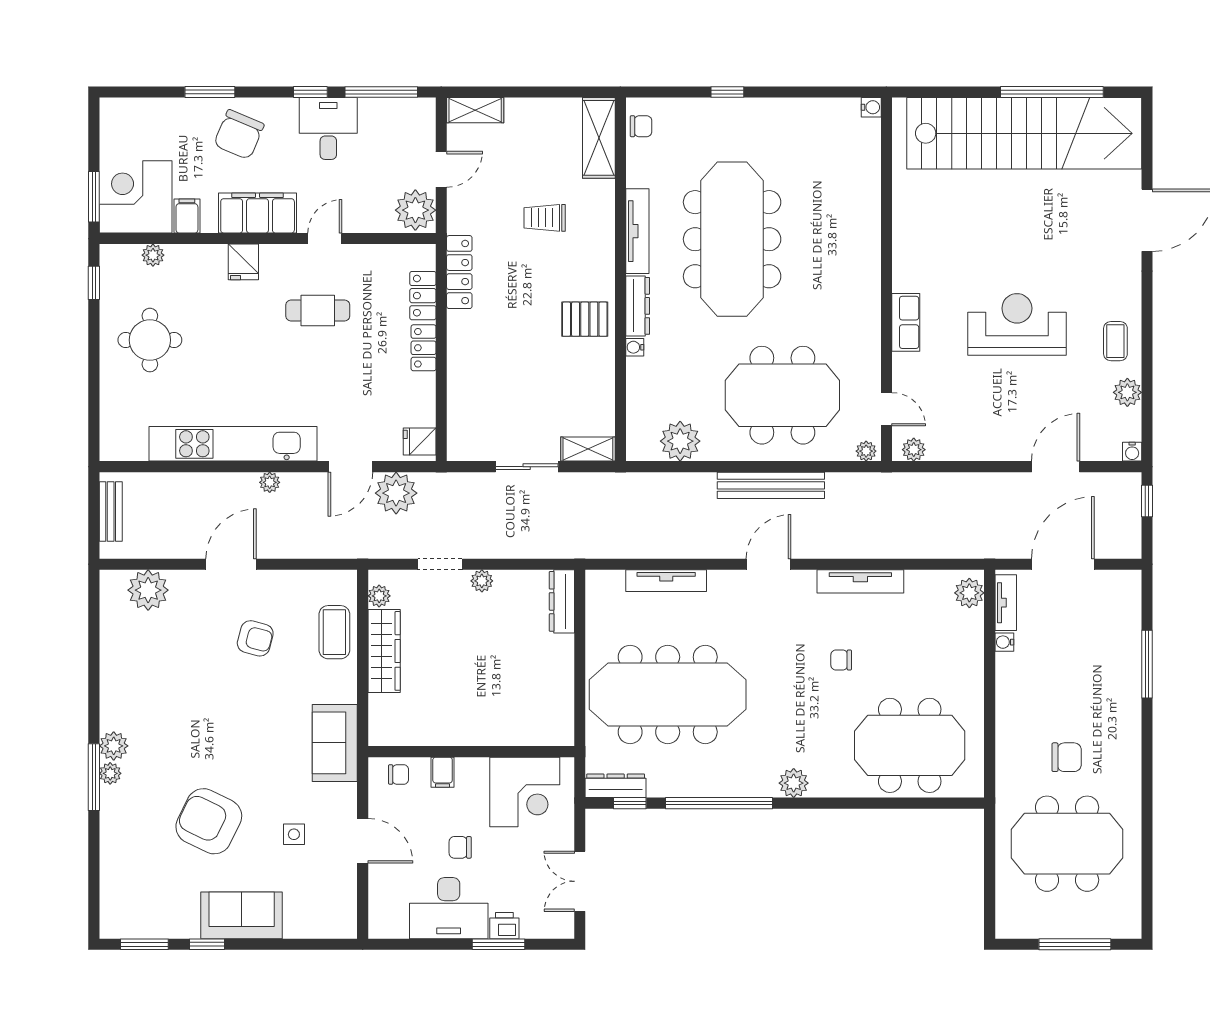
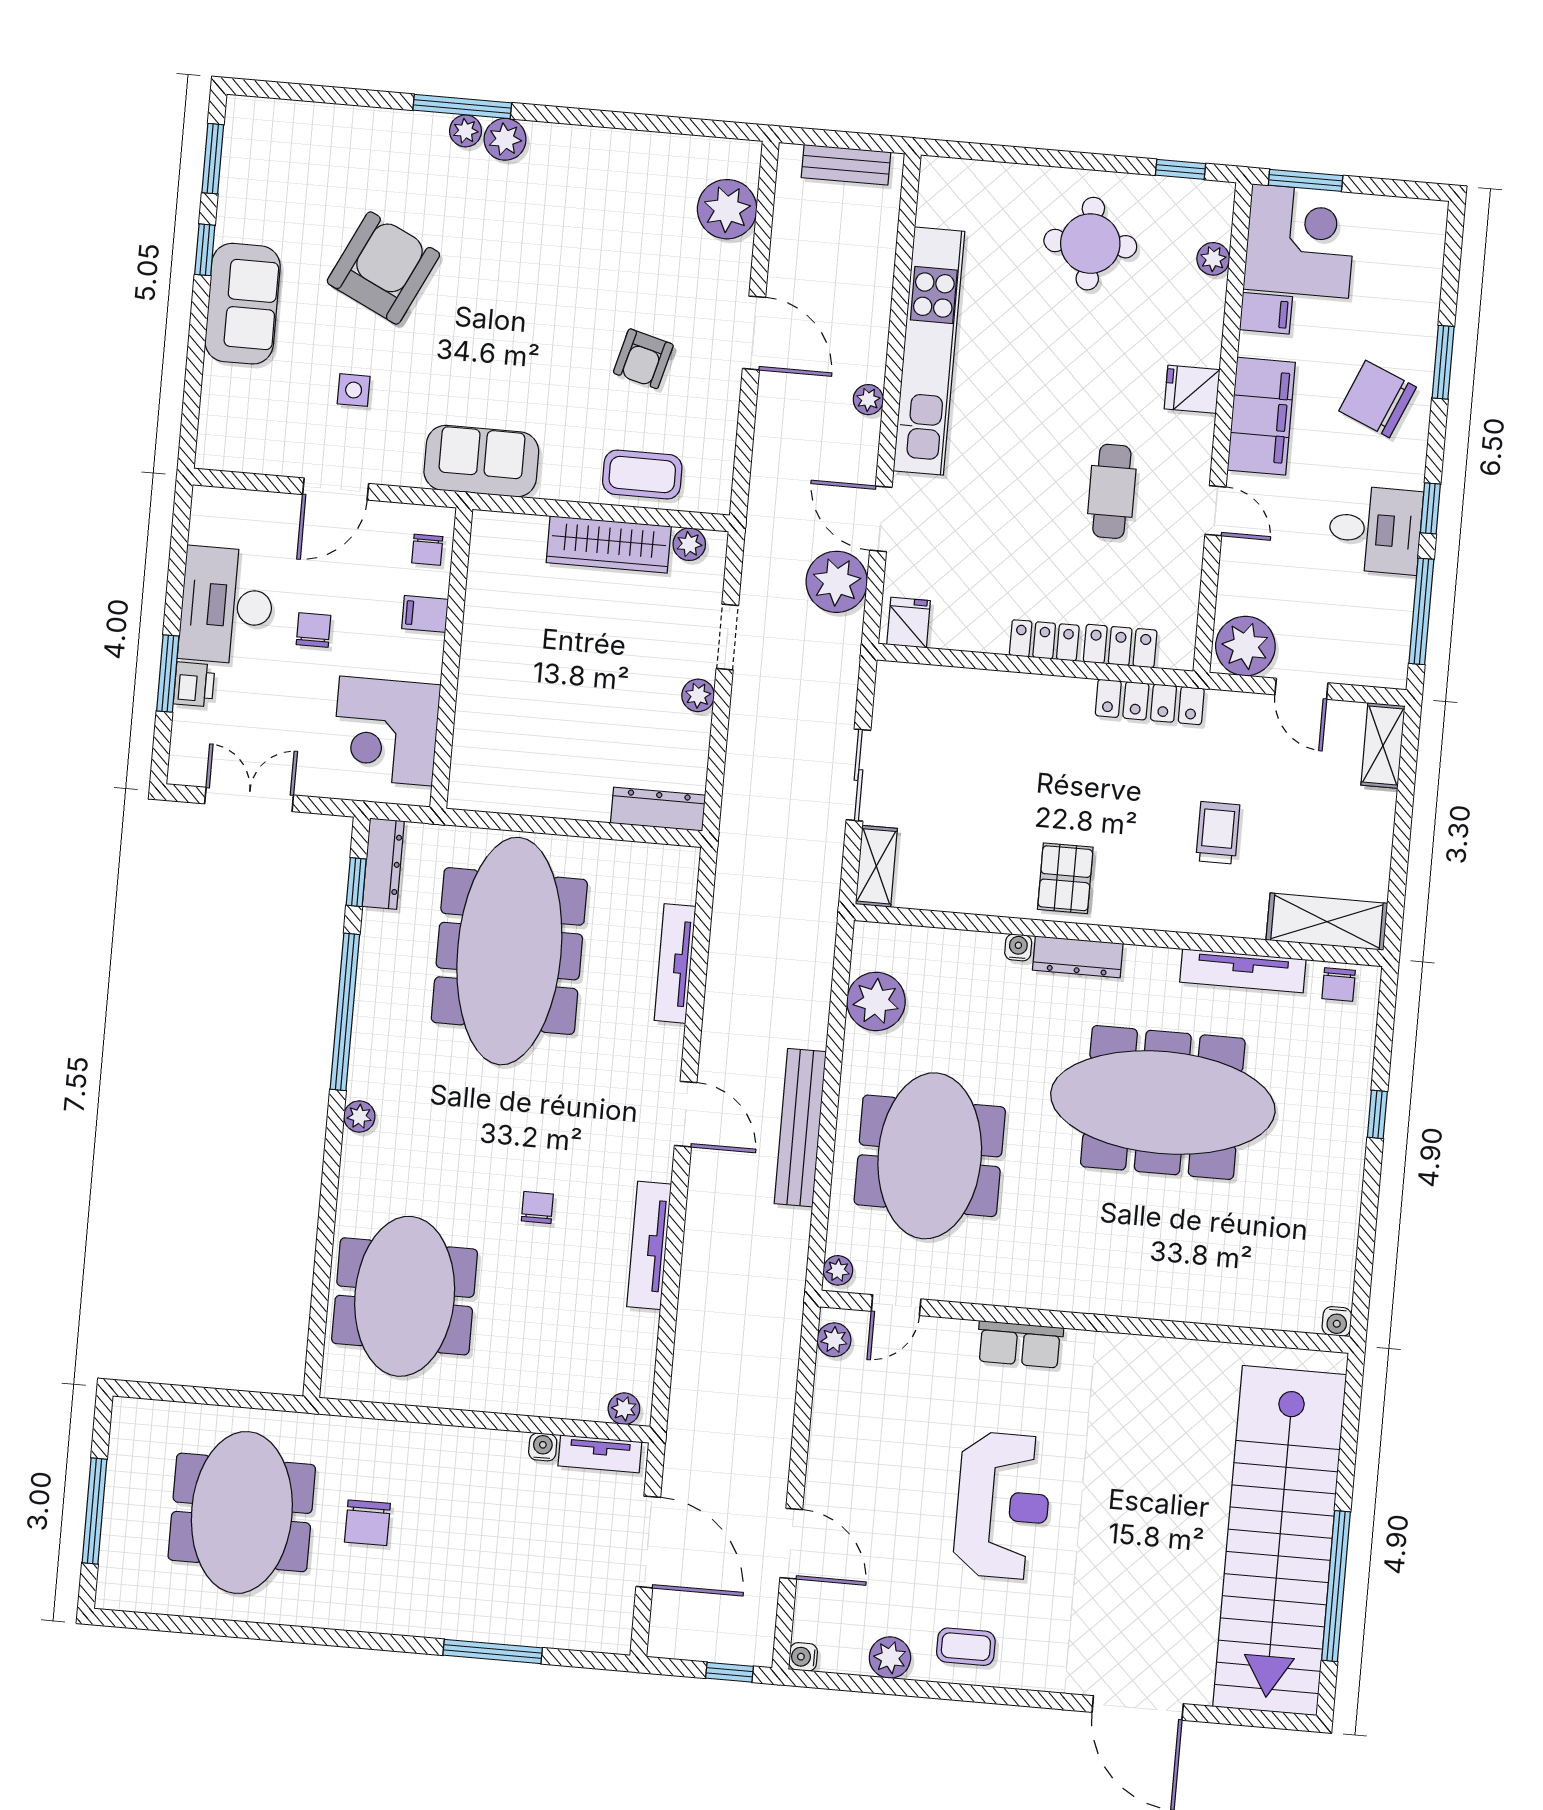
tv unit: (637, 231) -> (1243, 971), moved
plant: (969, 593) -> (624, 1409), width x0.73, depth x0.73
plant: (794, 783) -> (359, 1116), width x0.73, depth x0.73

